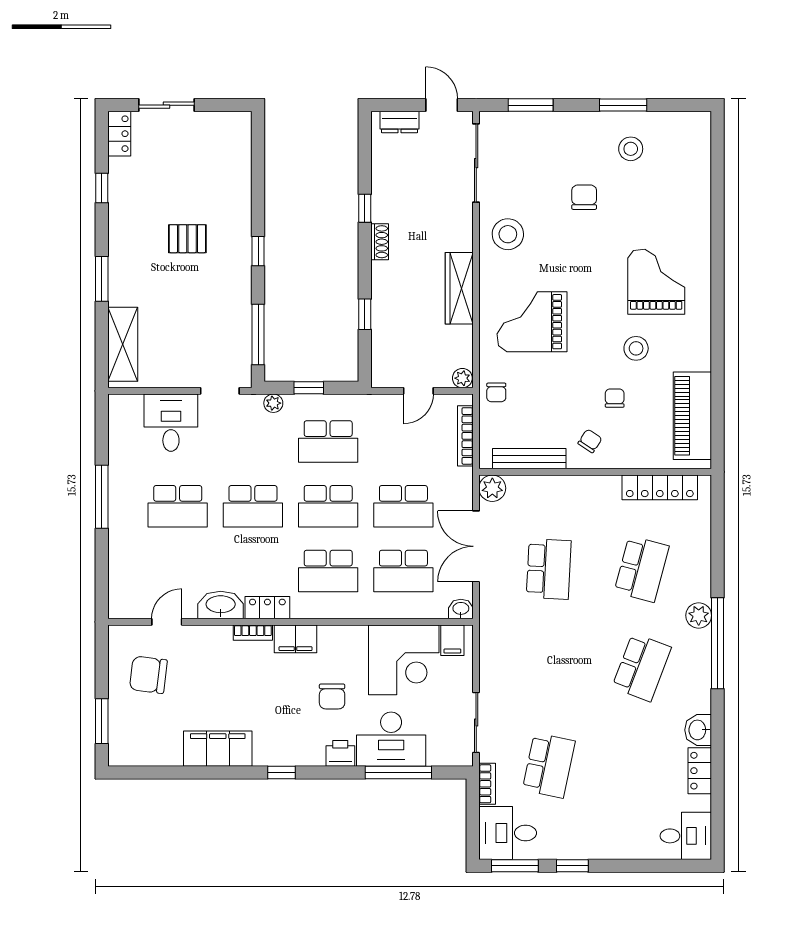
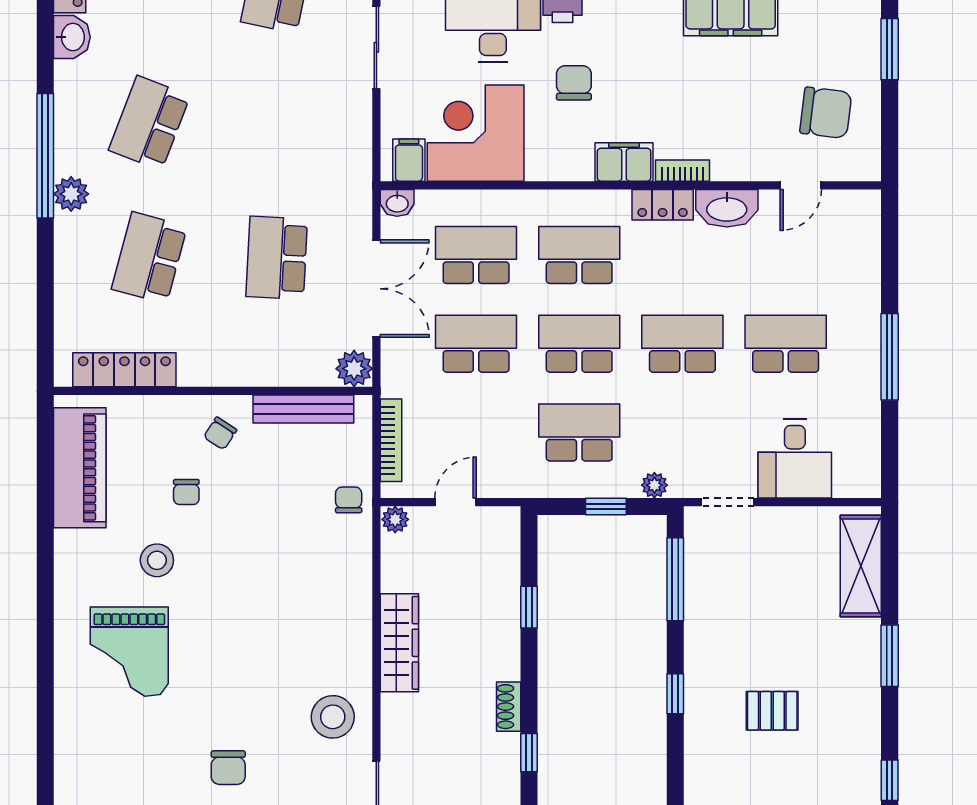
grand piano: (532, 322) -> (300, 597), removed

